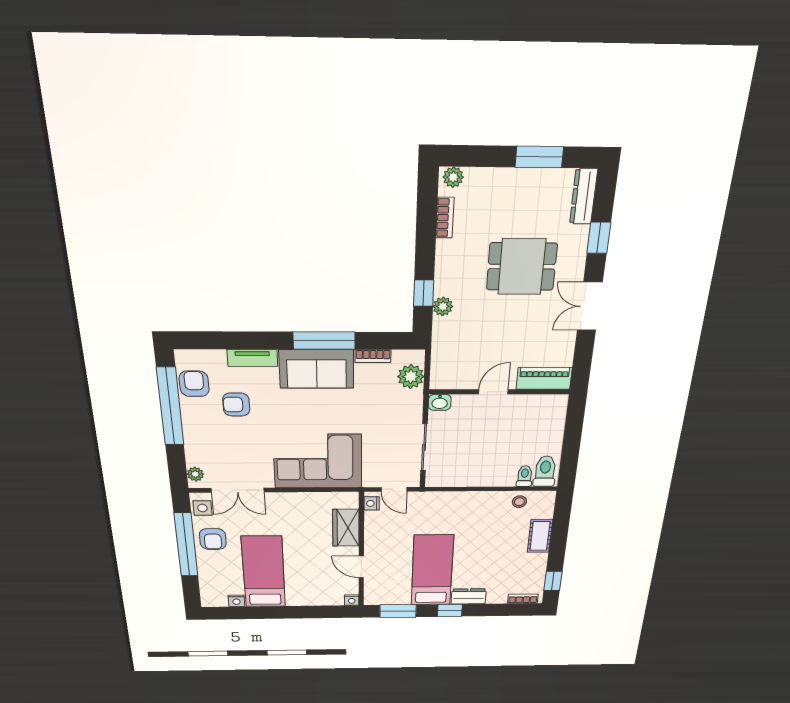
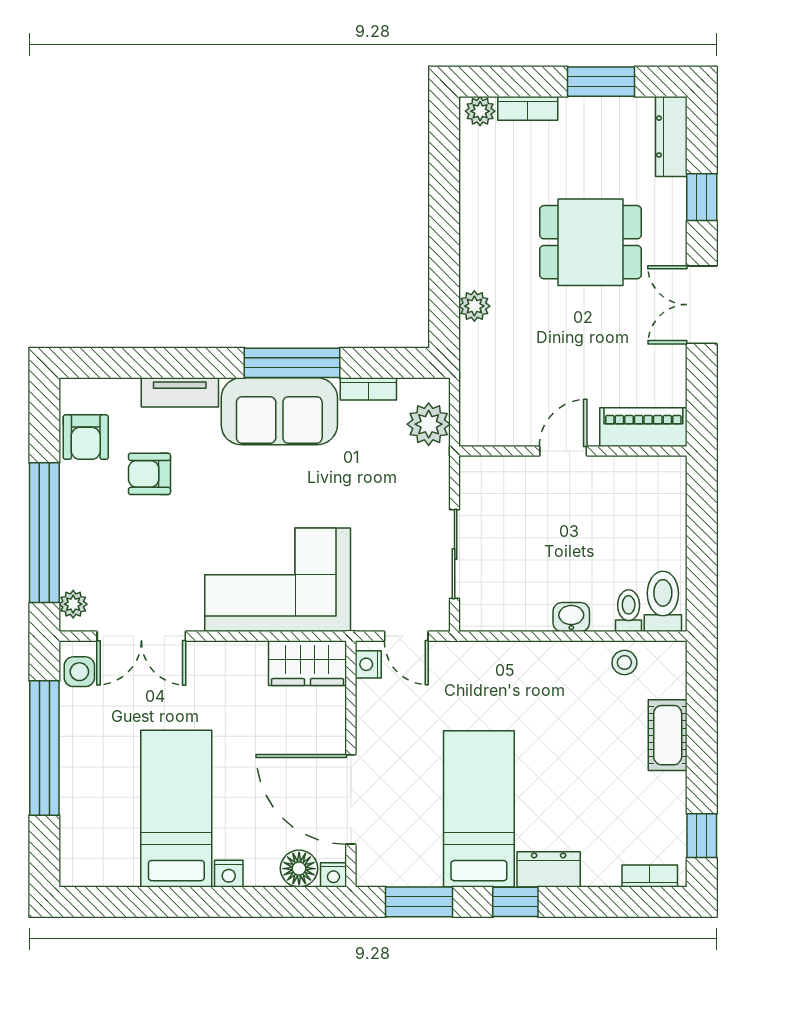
bookcase: (445, 218) -> (528, 108), moved, turned 90
window: (424, 293) -> (444, 285), removed
armchair: (194, 384) -> (86, 437), turned 180
washbasin: (440, 402) -> (571, 617), moved, turned 180
window: (170, 407) -> (44, 533), moved
wardrobe: (346, 528) -> (307, 663), moved, turned -90
armchair: (213, 539) -> (92, 736), removed
door: (361, 567) -> (351, 799), width x1.88
floor lamp: (333, 598) -> (299, 869), added
nightstand: (236, 601) -> (229, 874), moved

